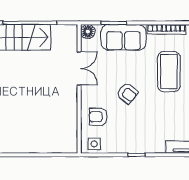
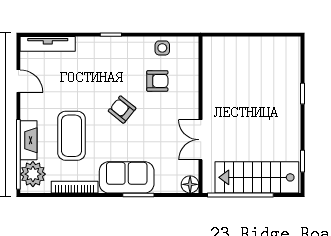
floor lamp: (88, 32) -> (190, 184), moved
double door: (79, 68) -> (201, 140), moved
wall: (79, 89) -> (201, 115), moved

